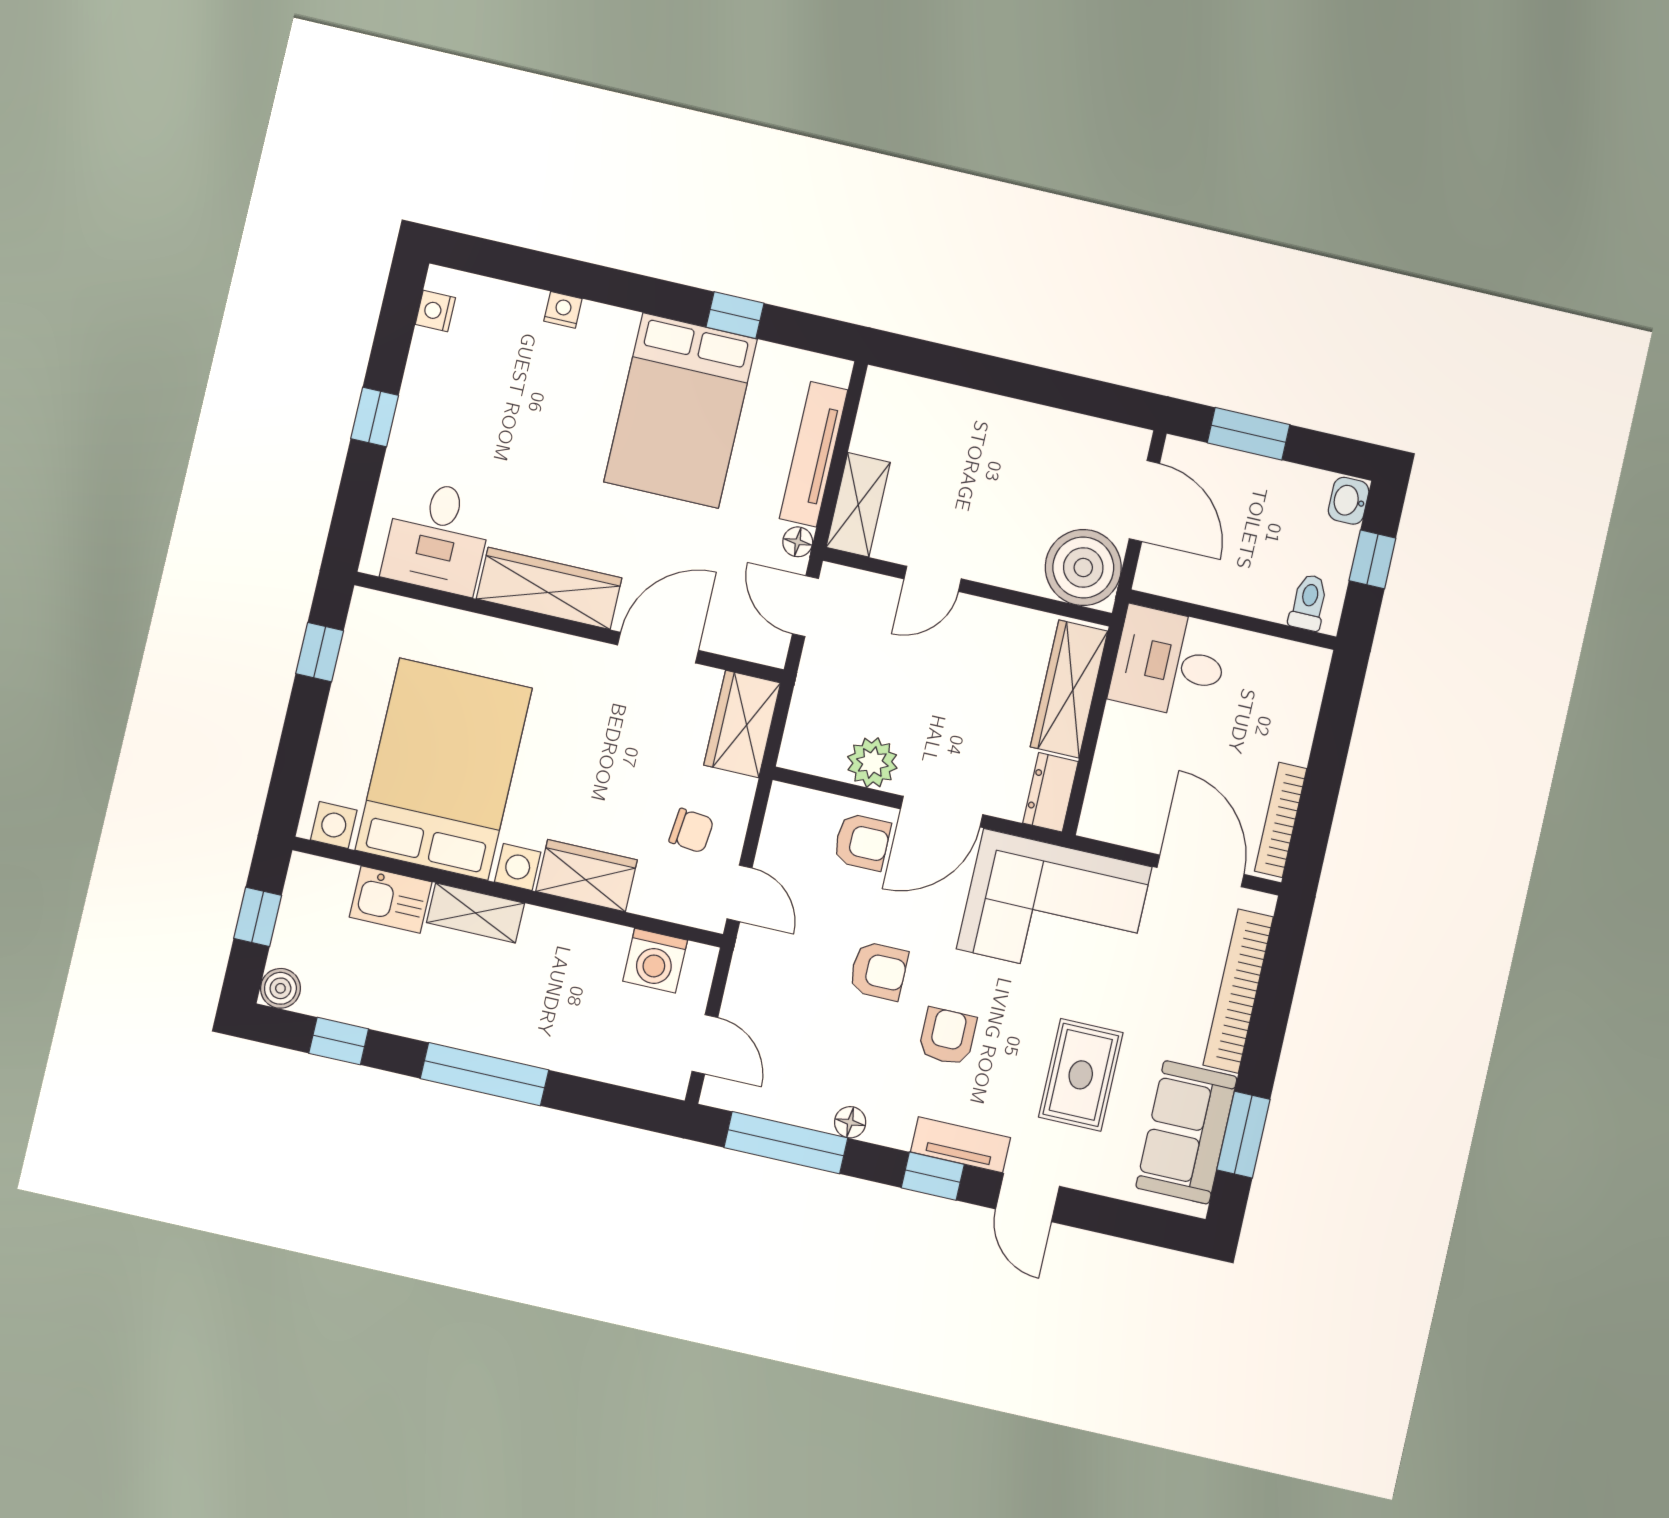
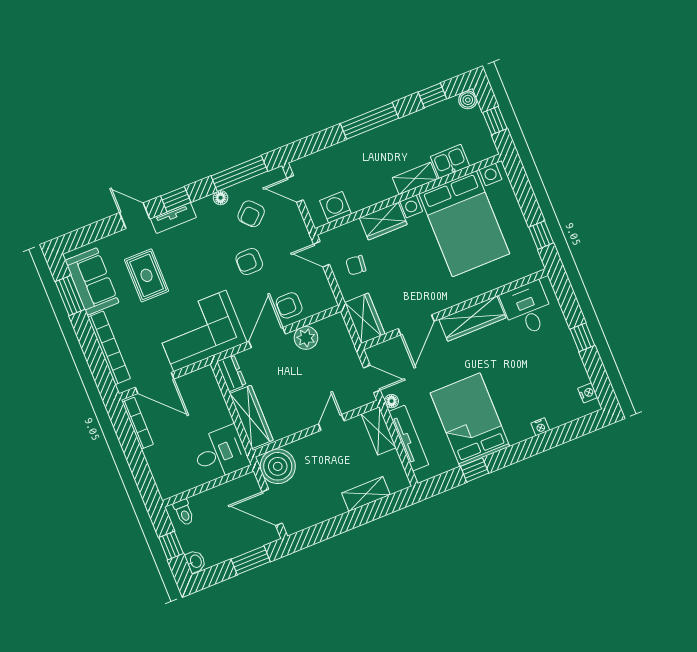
shelving: (960, 408) -> (366, 494), added
armchair: (947, 1036) -> (251, 214), moved, turned 47

